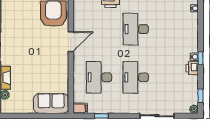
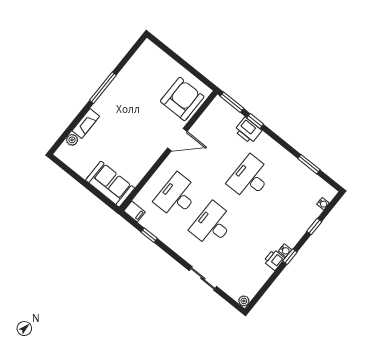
window: (201, 96) -> (314, 226), moved
sliding door: (157, 116) -> (203, 278), width x0.73

